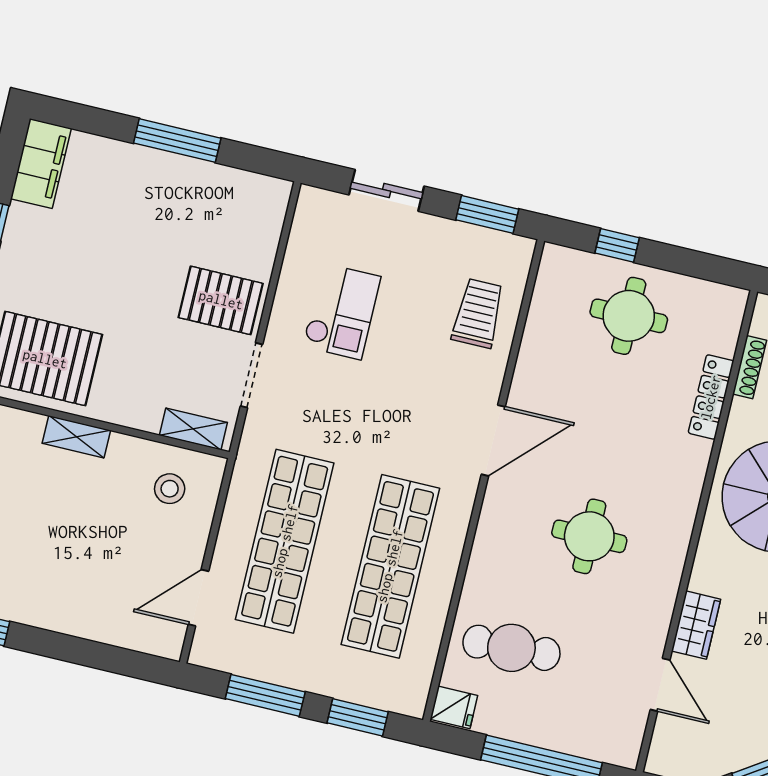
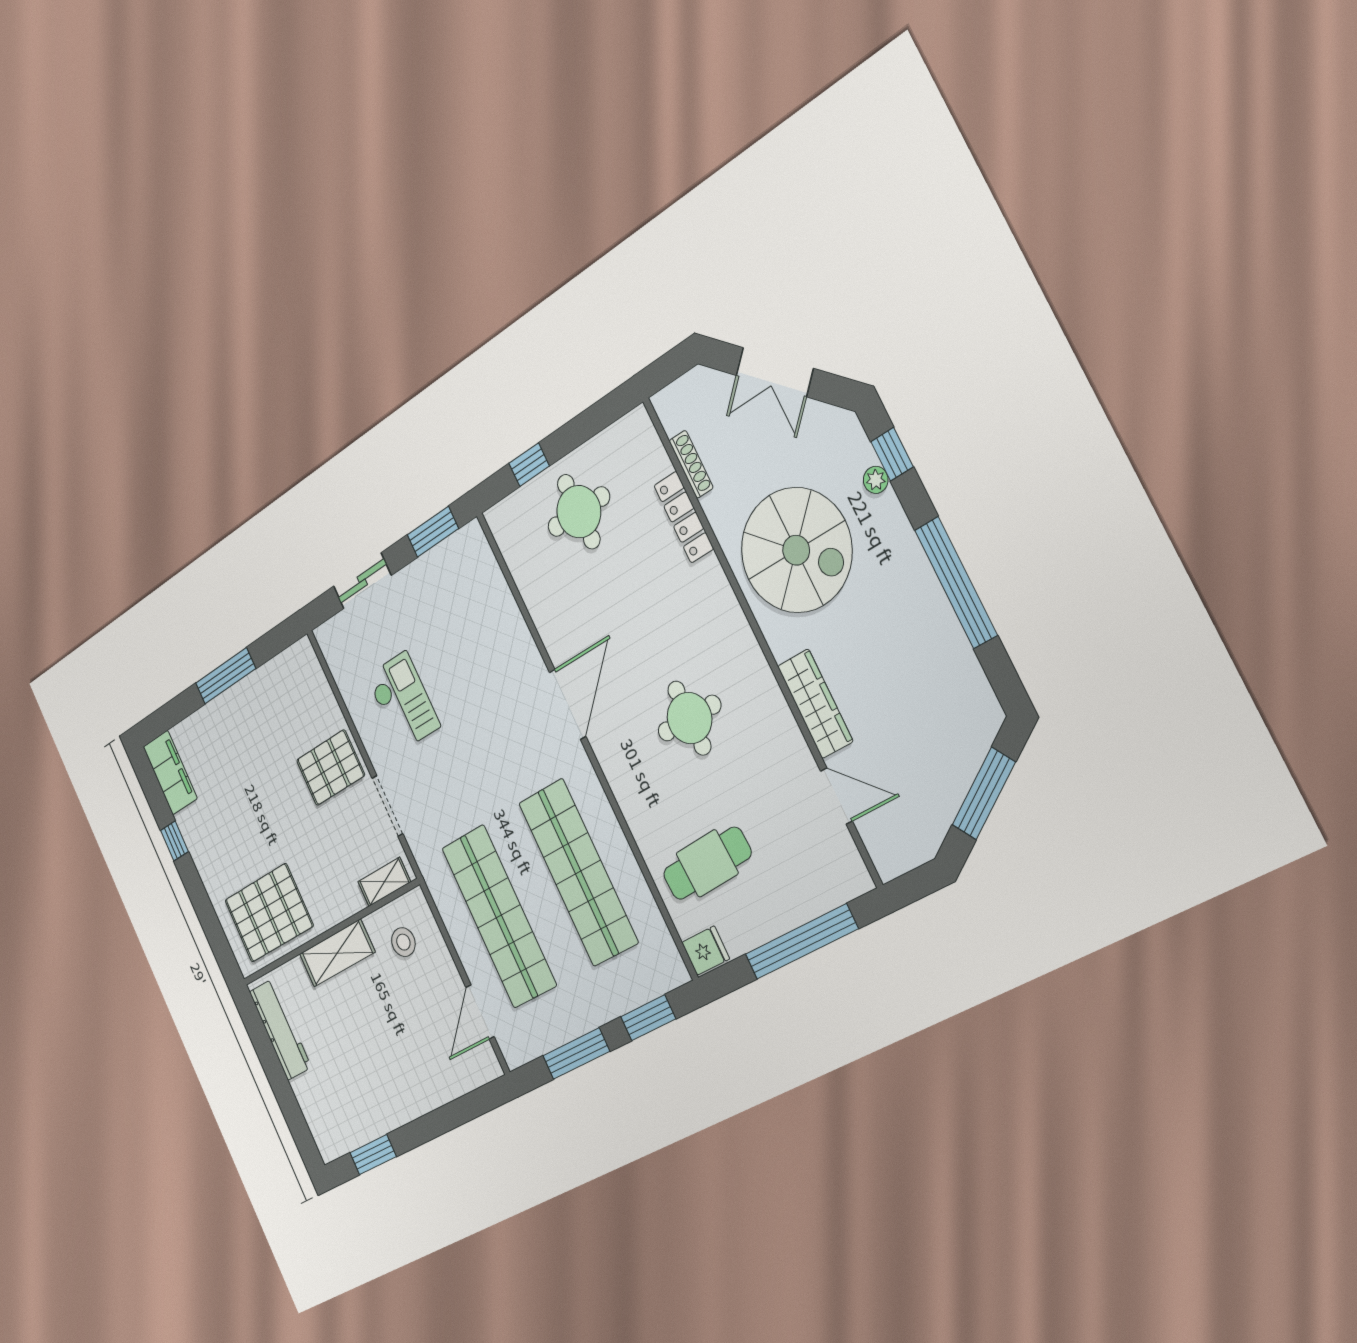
trolley: (478, 313) -> (484, 614), removed
shelving: (76, 437) -> (337, 953), width x1.50, depth x1.33
wardrobe: (696, 625) -> (815, 704), width x1.50

